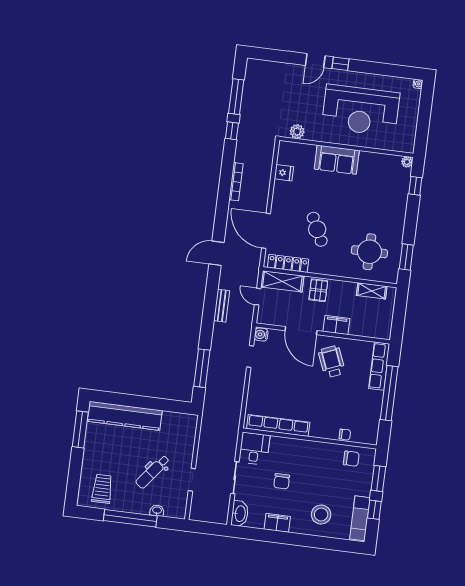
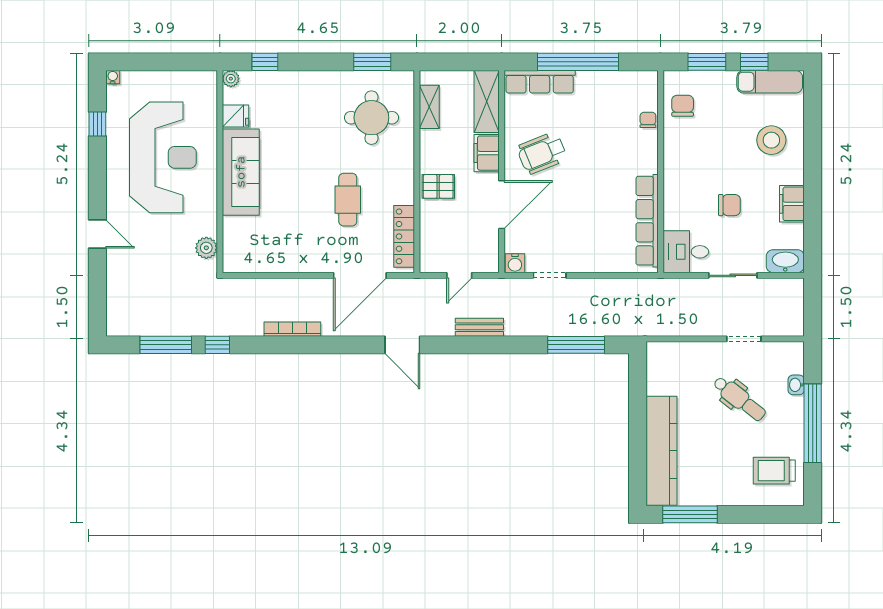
window: (340, 64) -> (97, 124), moved
sofa: (337, 160) -> (241, 172), width x1.36
fridge: (284, 173) -> (236, 116), moved, turned 90
cafe table: (317, 229) -> (348, 200), turned -64
shelving: (282, 281) -> (487, 101), moved

